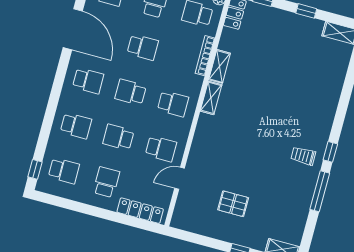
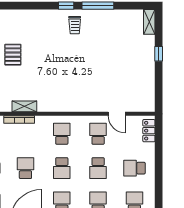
shelving: (211, 98) -> (50, 106), removed
pallet: (233, 204) -> (13, 55), moved
locker: (140, 211) -> (149, 131), width x0.66

